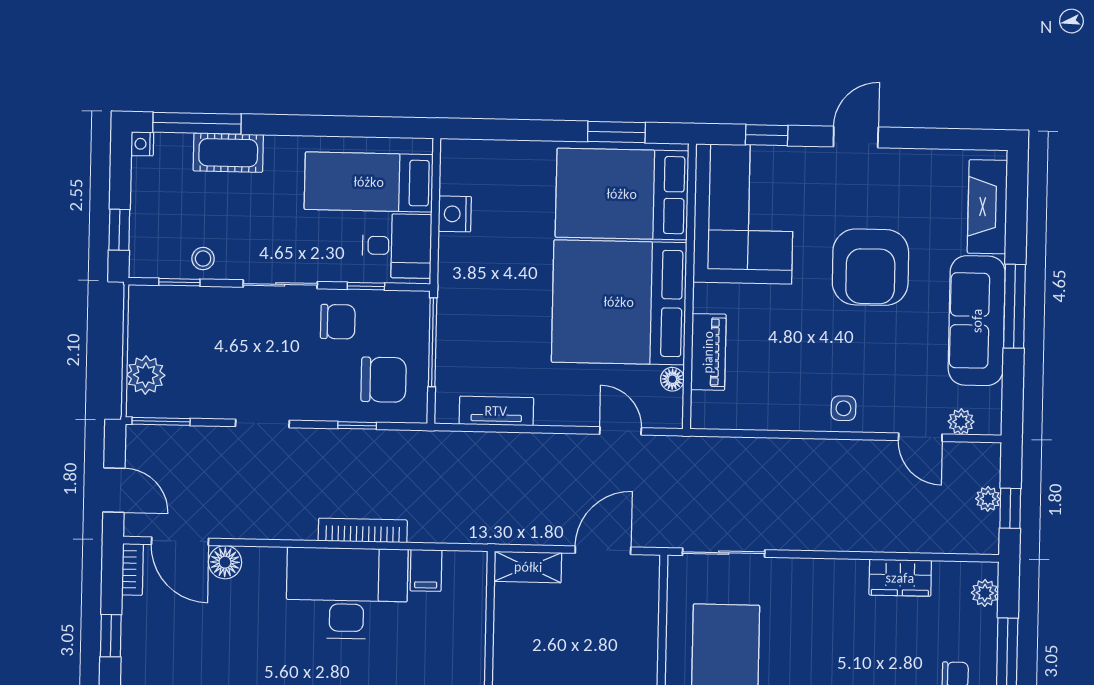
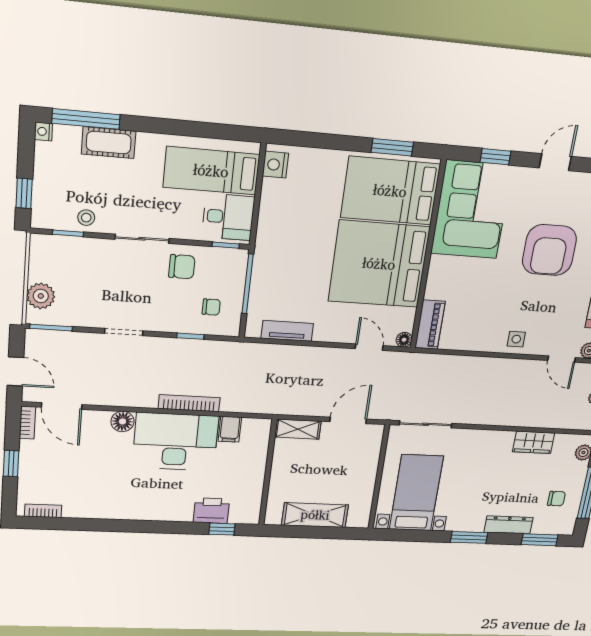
nightstand: (455, 214) -> (275, 165), moved
window: (366, 286) -> (226, 245), moved
piano: (708, 352) -> (430, 325), moved
floor lamp: (672, 379) -> (404, 340), moved
chair: (384, 380) -> (211, 307), width x0.54, depth x0.54
floor lamp: (225, 562) -> (122, 421), moved

